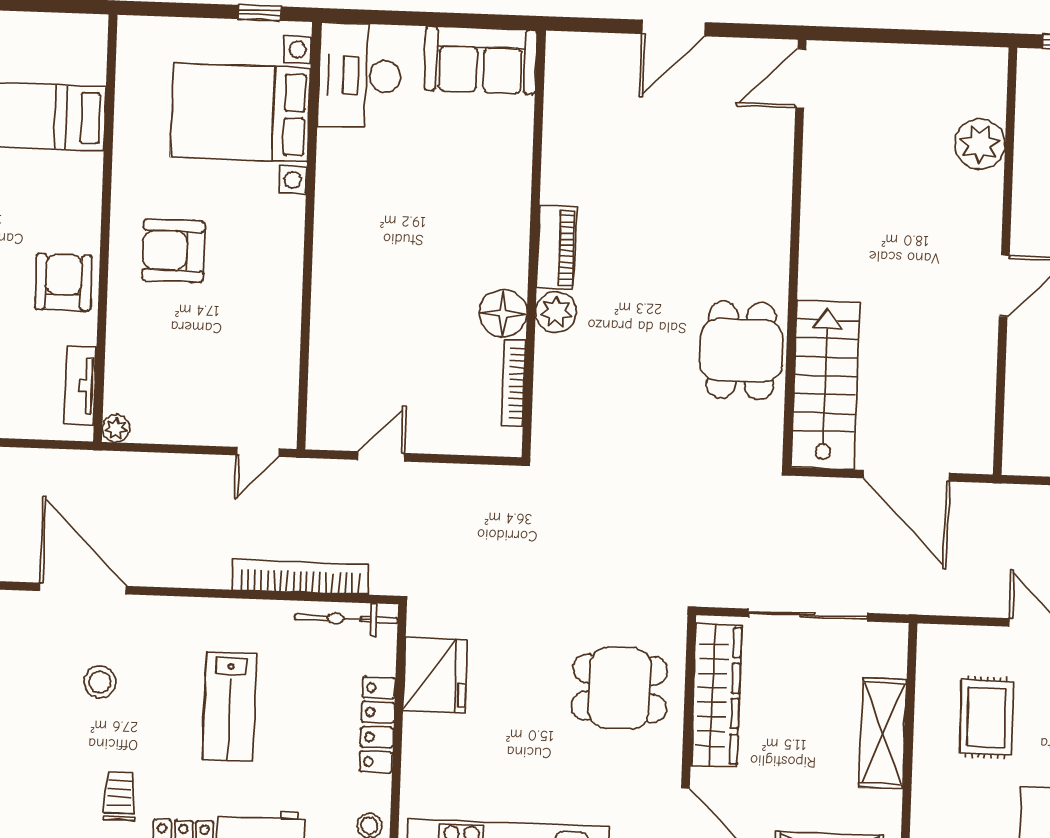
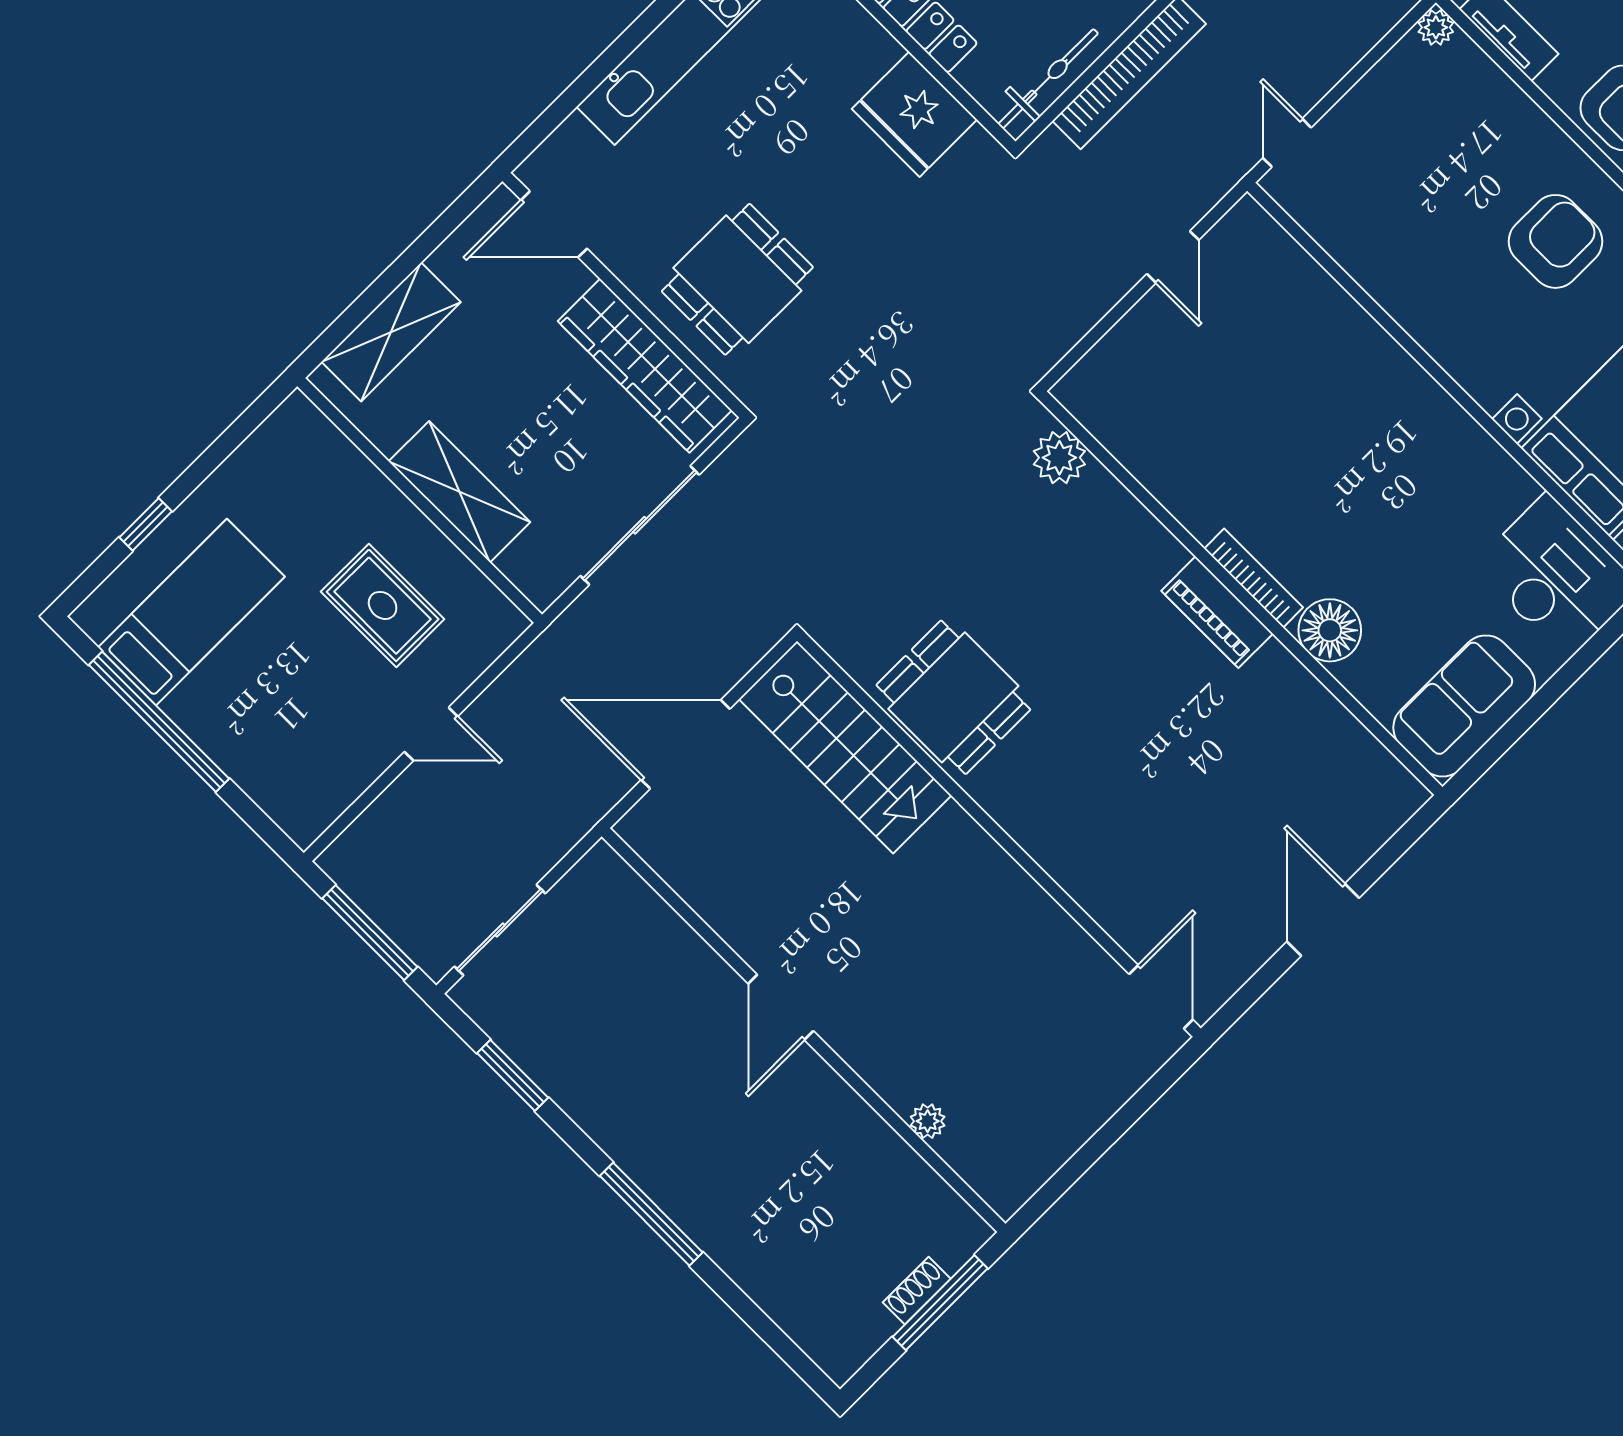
plant: (980, 144) -> (928, 1121), width x0.53, depth x0.53
plant: (556, 312) -> (1059, 458), moved
floor lamp: (503, 313) -> (1330, 630), moved
bookcase: (513, 383) -> (1254, 578), moved

